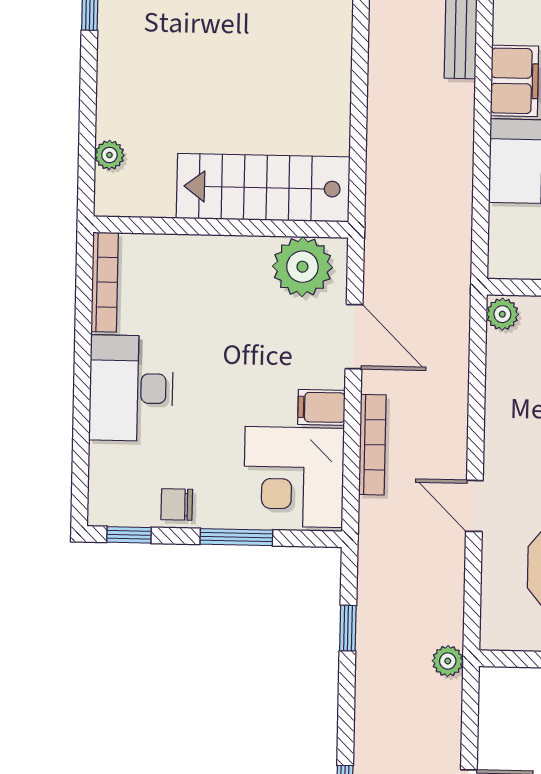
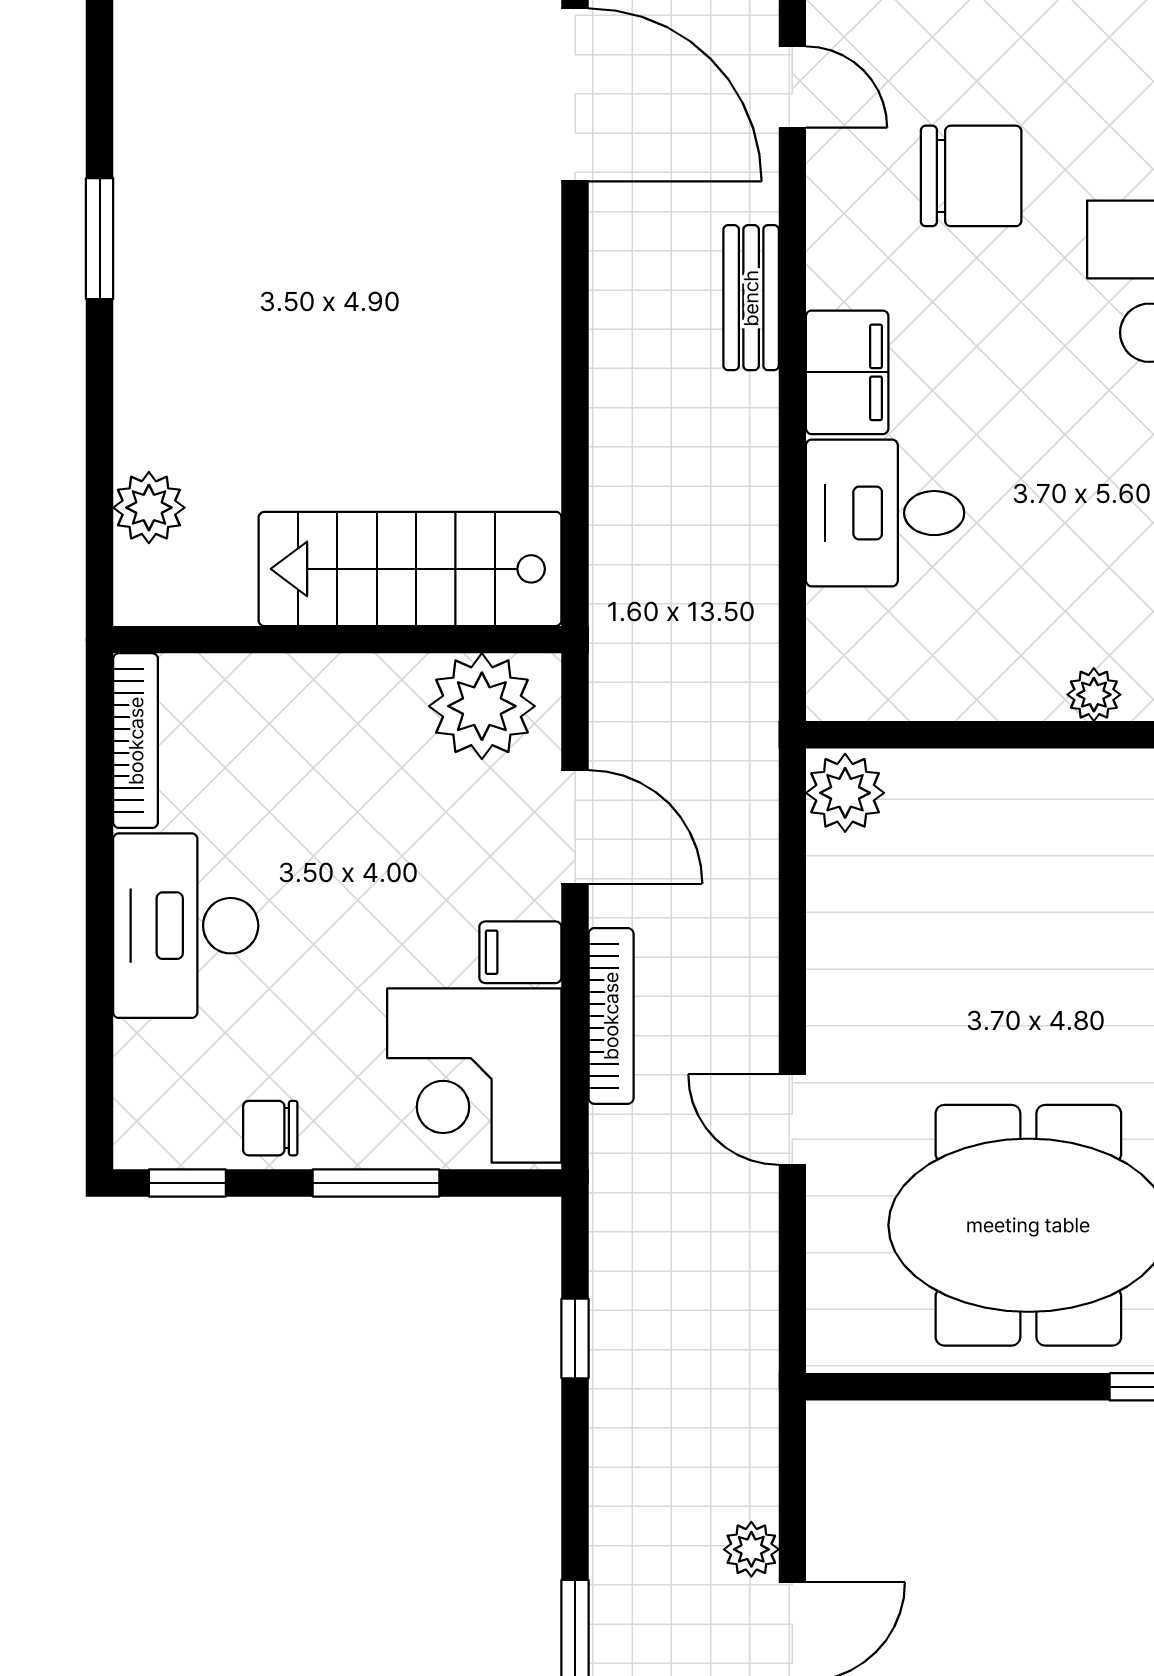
plant: (109, 155) -> (149, 508), width x1.38, depth x1.38
plant: (502, 314) -> (845, 793), width x1.38, depth x1.38
plant: (448, 661) -> (751, 1549), moved

